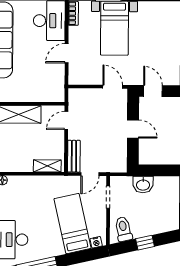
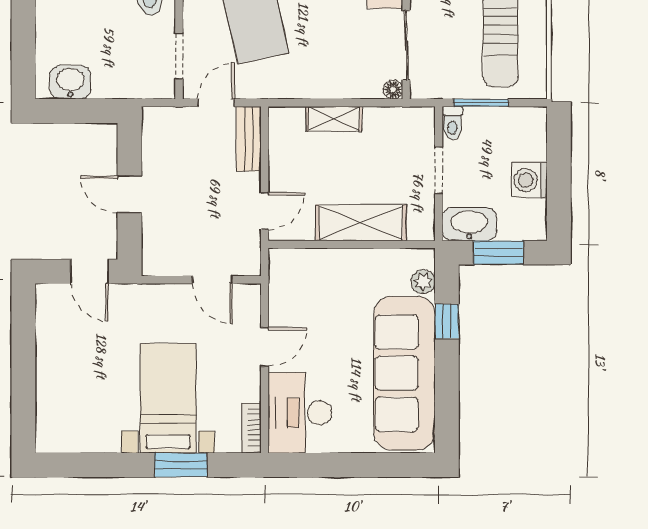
door: (113, 87) -> (212, 280), moved
shelving: (47, 166) -> (334, 119), moved
washbasin: (143, 185) -> (70, 82), moved

